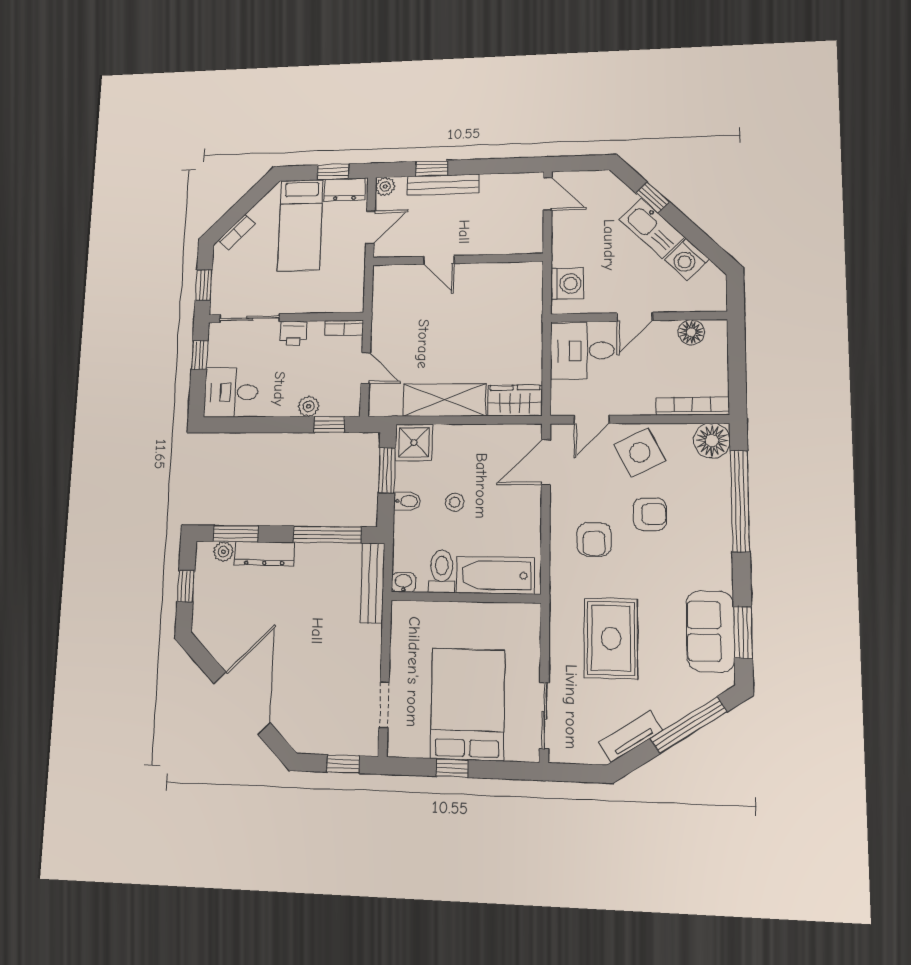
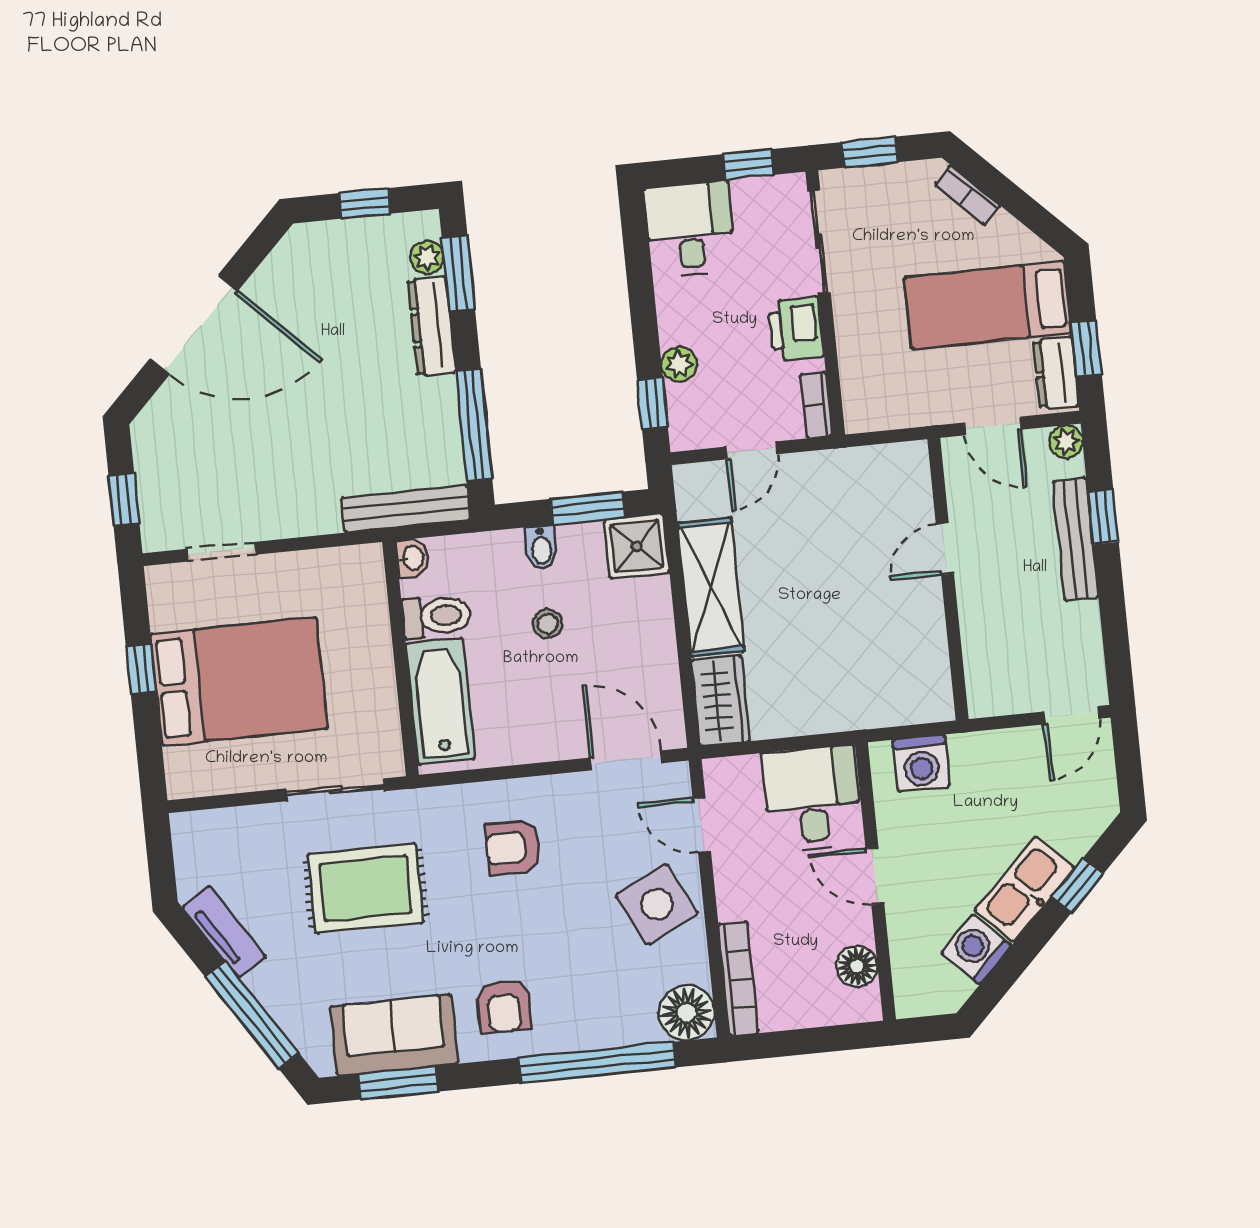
printer: (293, 333) -> (796, 329), width x1.36, depth x1.24
armchair: (650, 514) -> (503, 1006), moved
sliding door: (544, 716) -> (336, 790), moved

